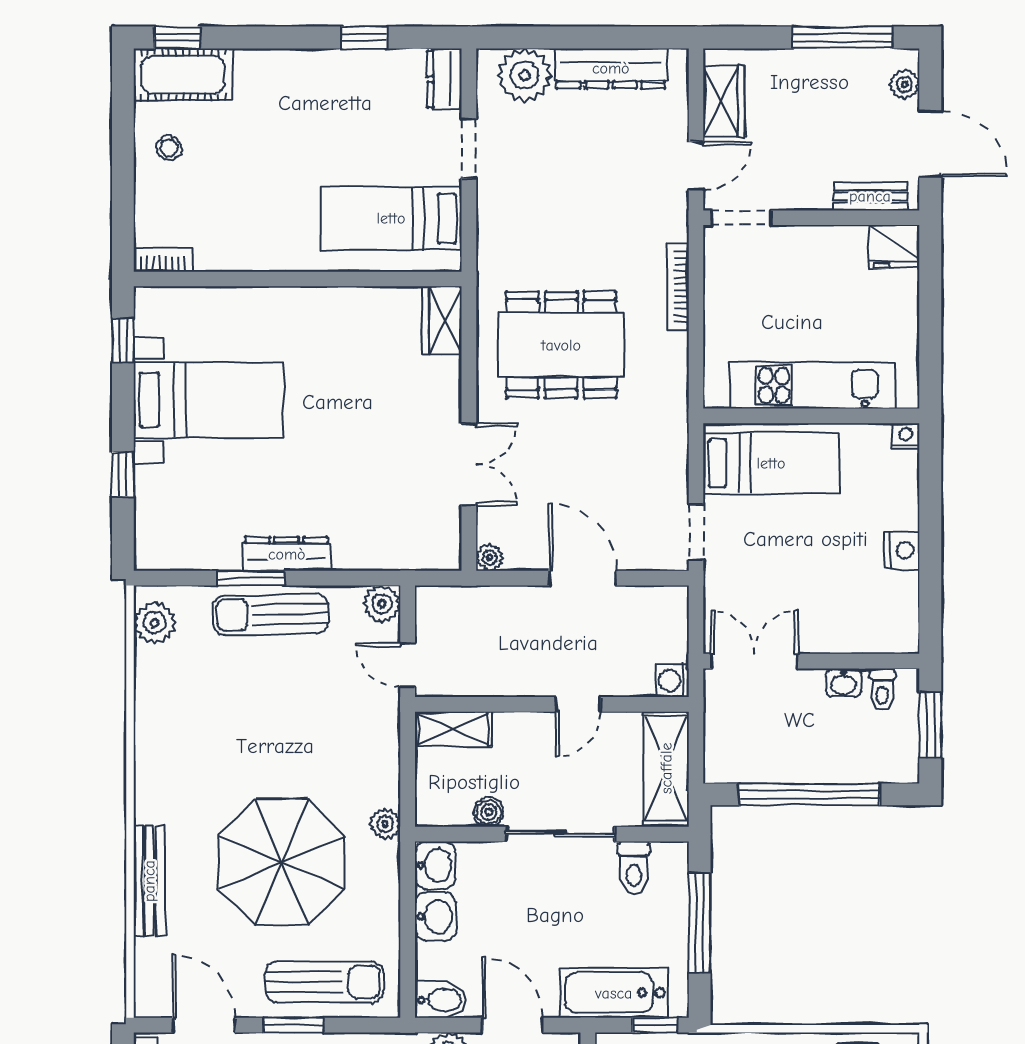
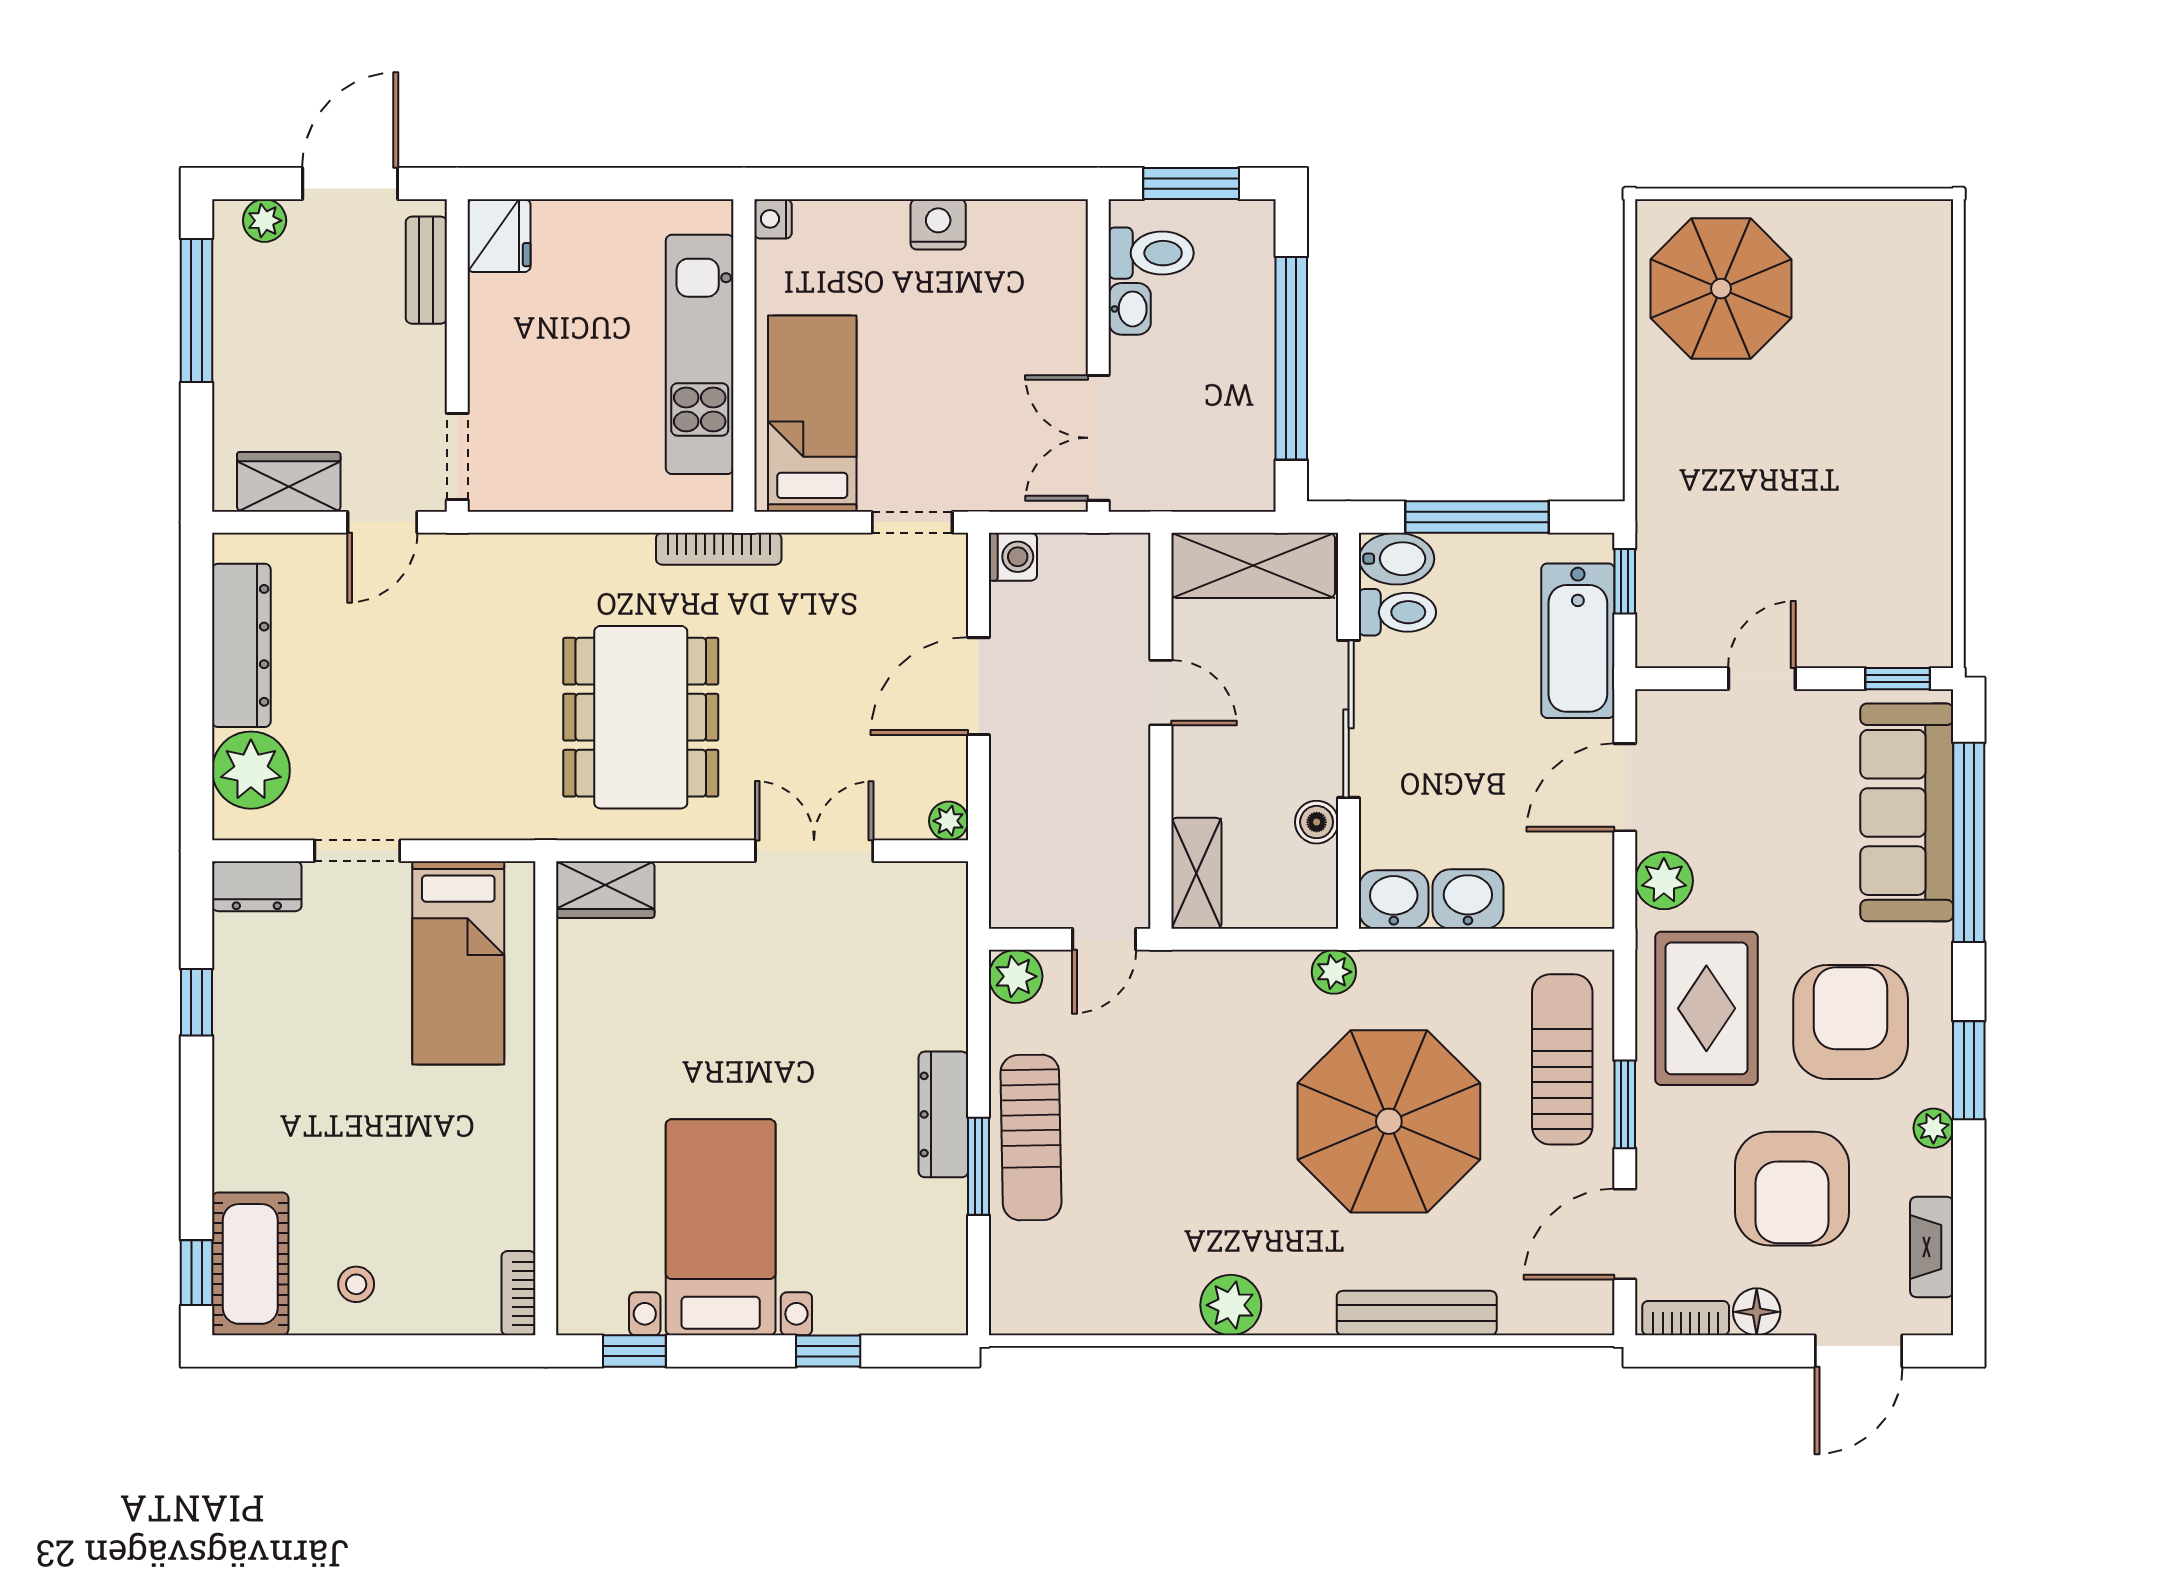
door: (696, 166) -> (382, 522), swing flipped
bookcase: (678, 287) -> (719, 549), moved
plant: (155, 623) -> (1231, 1305), moved
washing machine: (672, 680) -> (1013, 557), moved, turned -90
toilet: (882, 689) -> (1151, 253), width x1.37, depth x1.39
bidet: (441, 1000) -> (1397, 559), moved, turned 90

